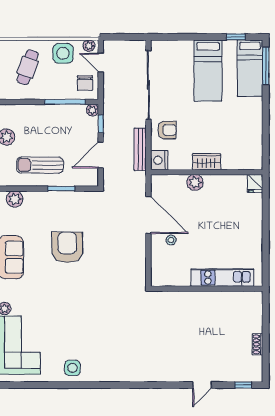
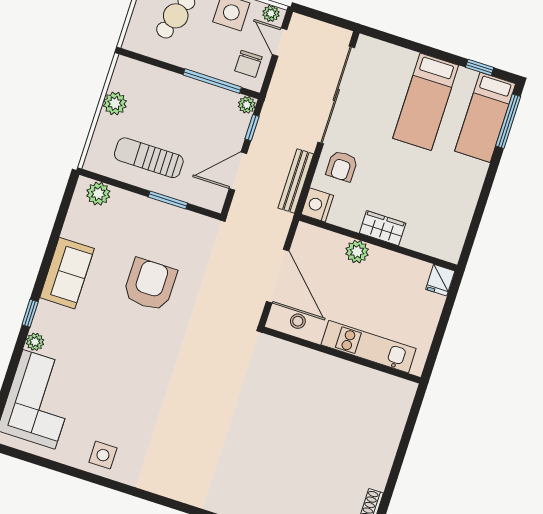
armchair: (167, 130) -> (342, 166), turned 90
kitchen unit: (222, 278) -> (369, 347), moved
wall: (207, 289) -> (342, 355), moved

